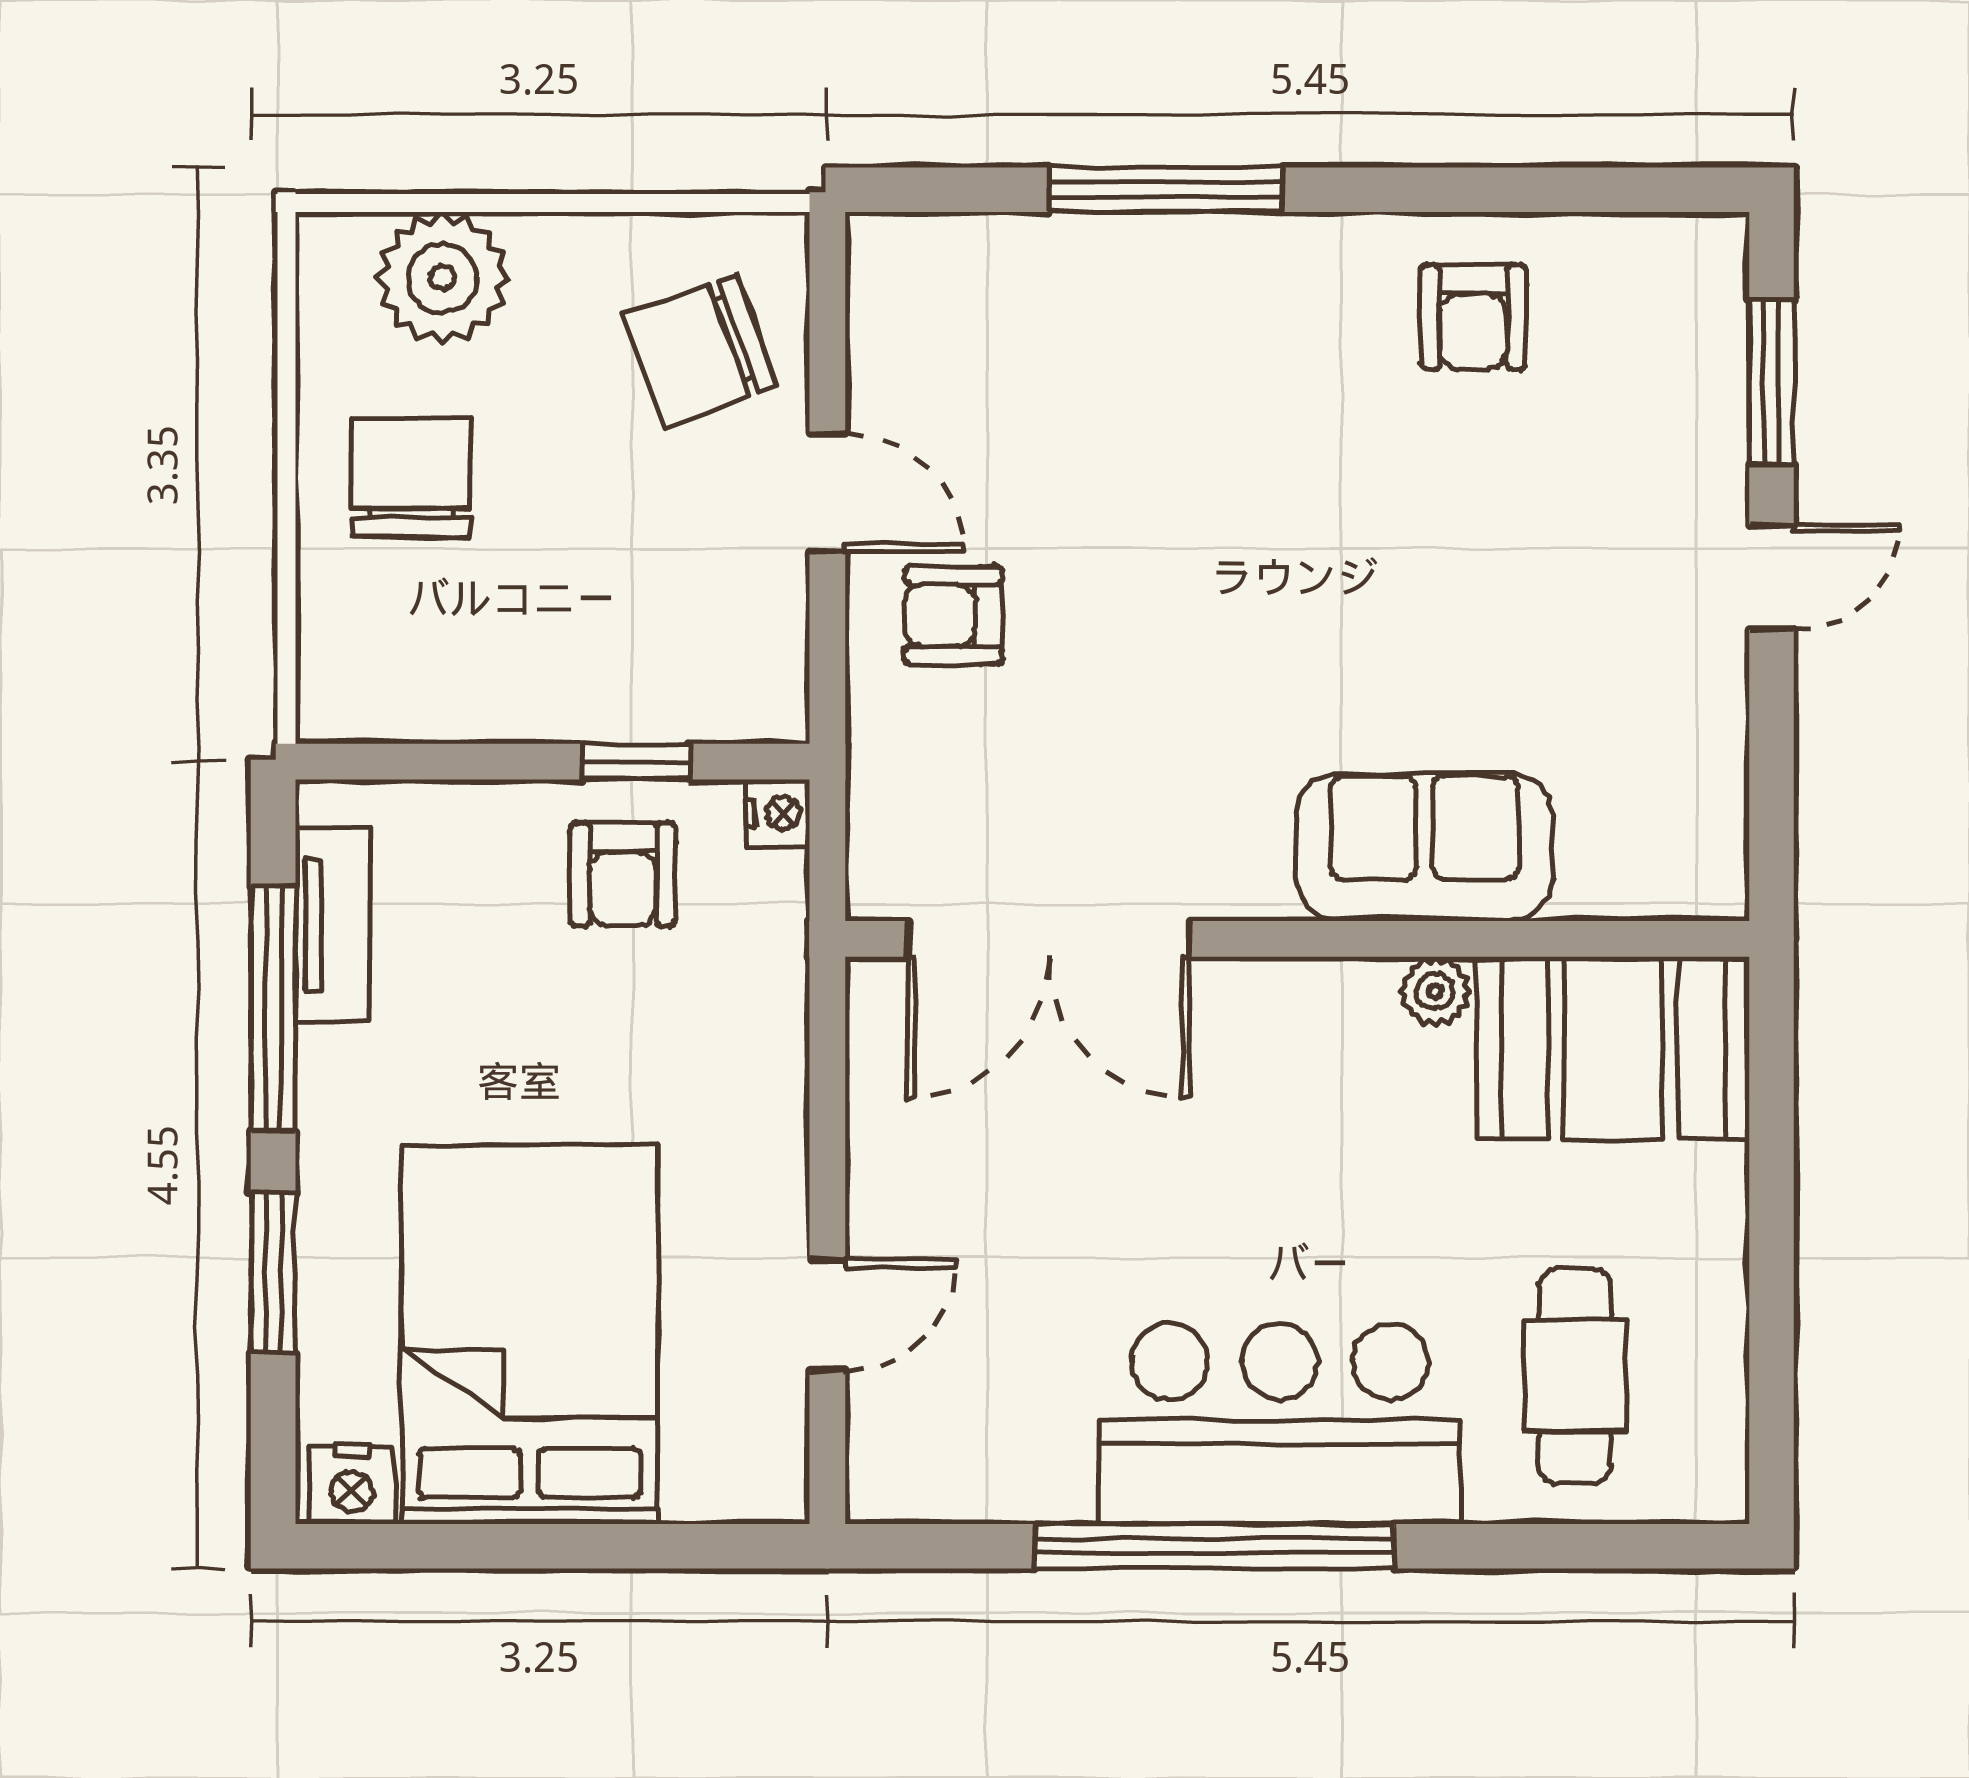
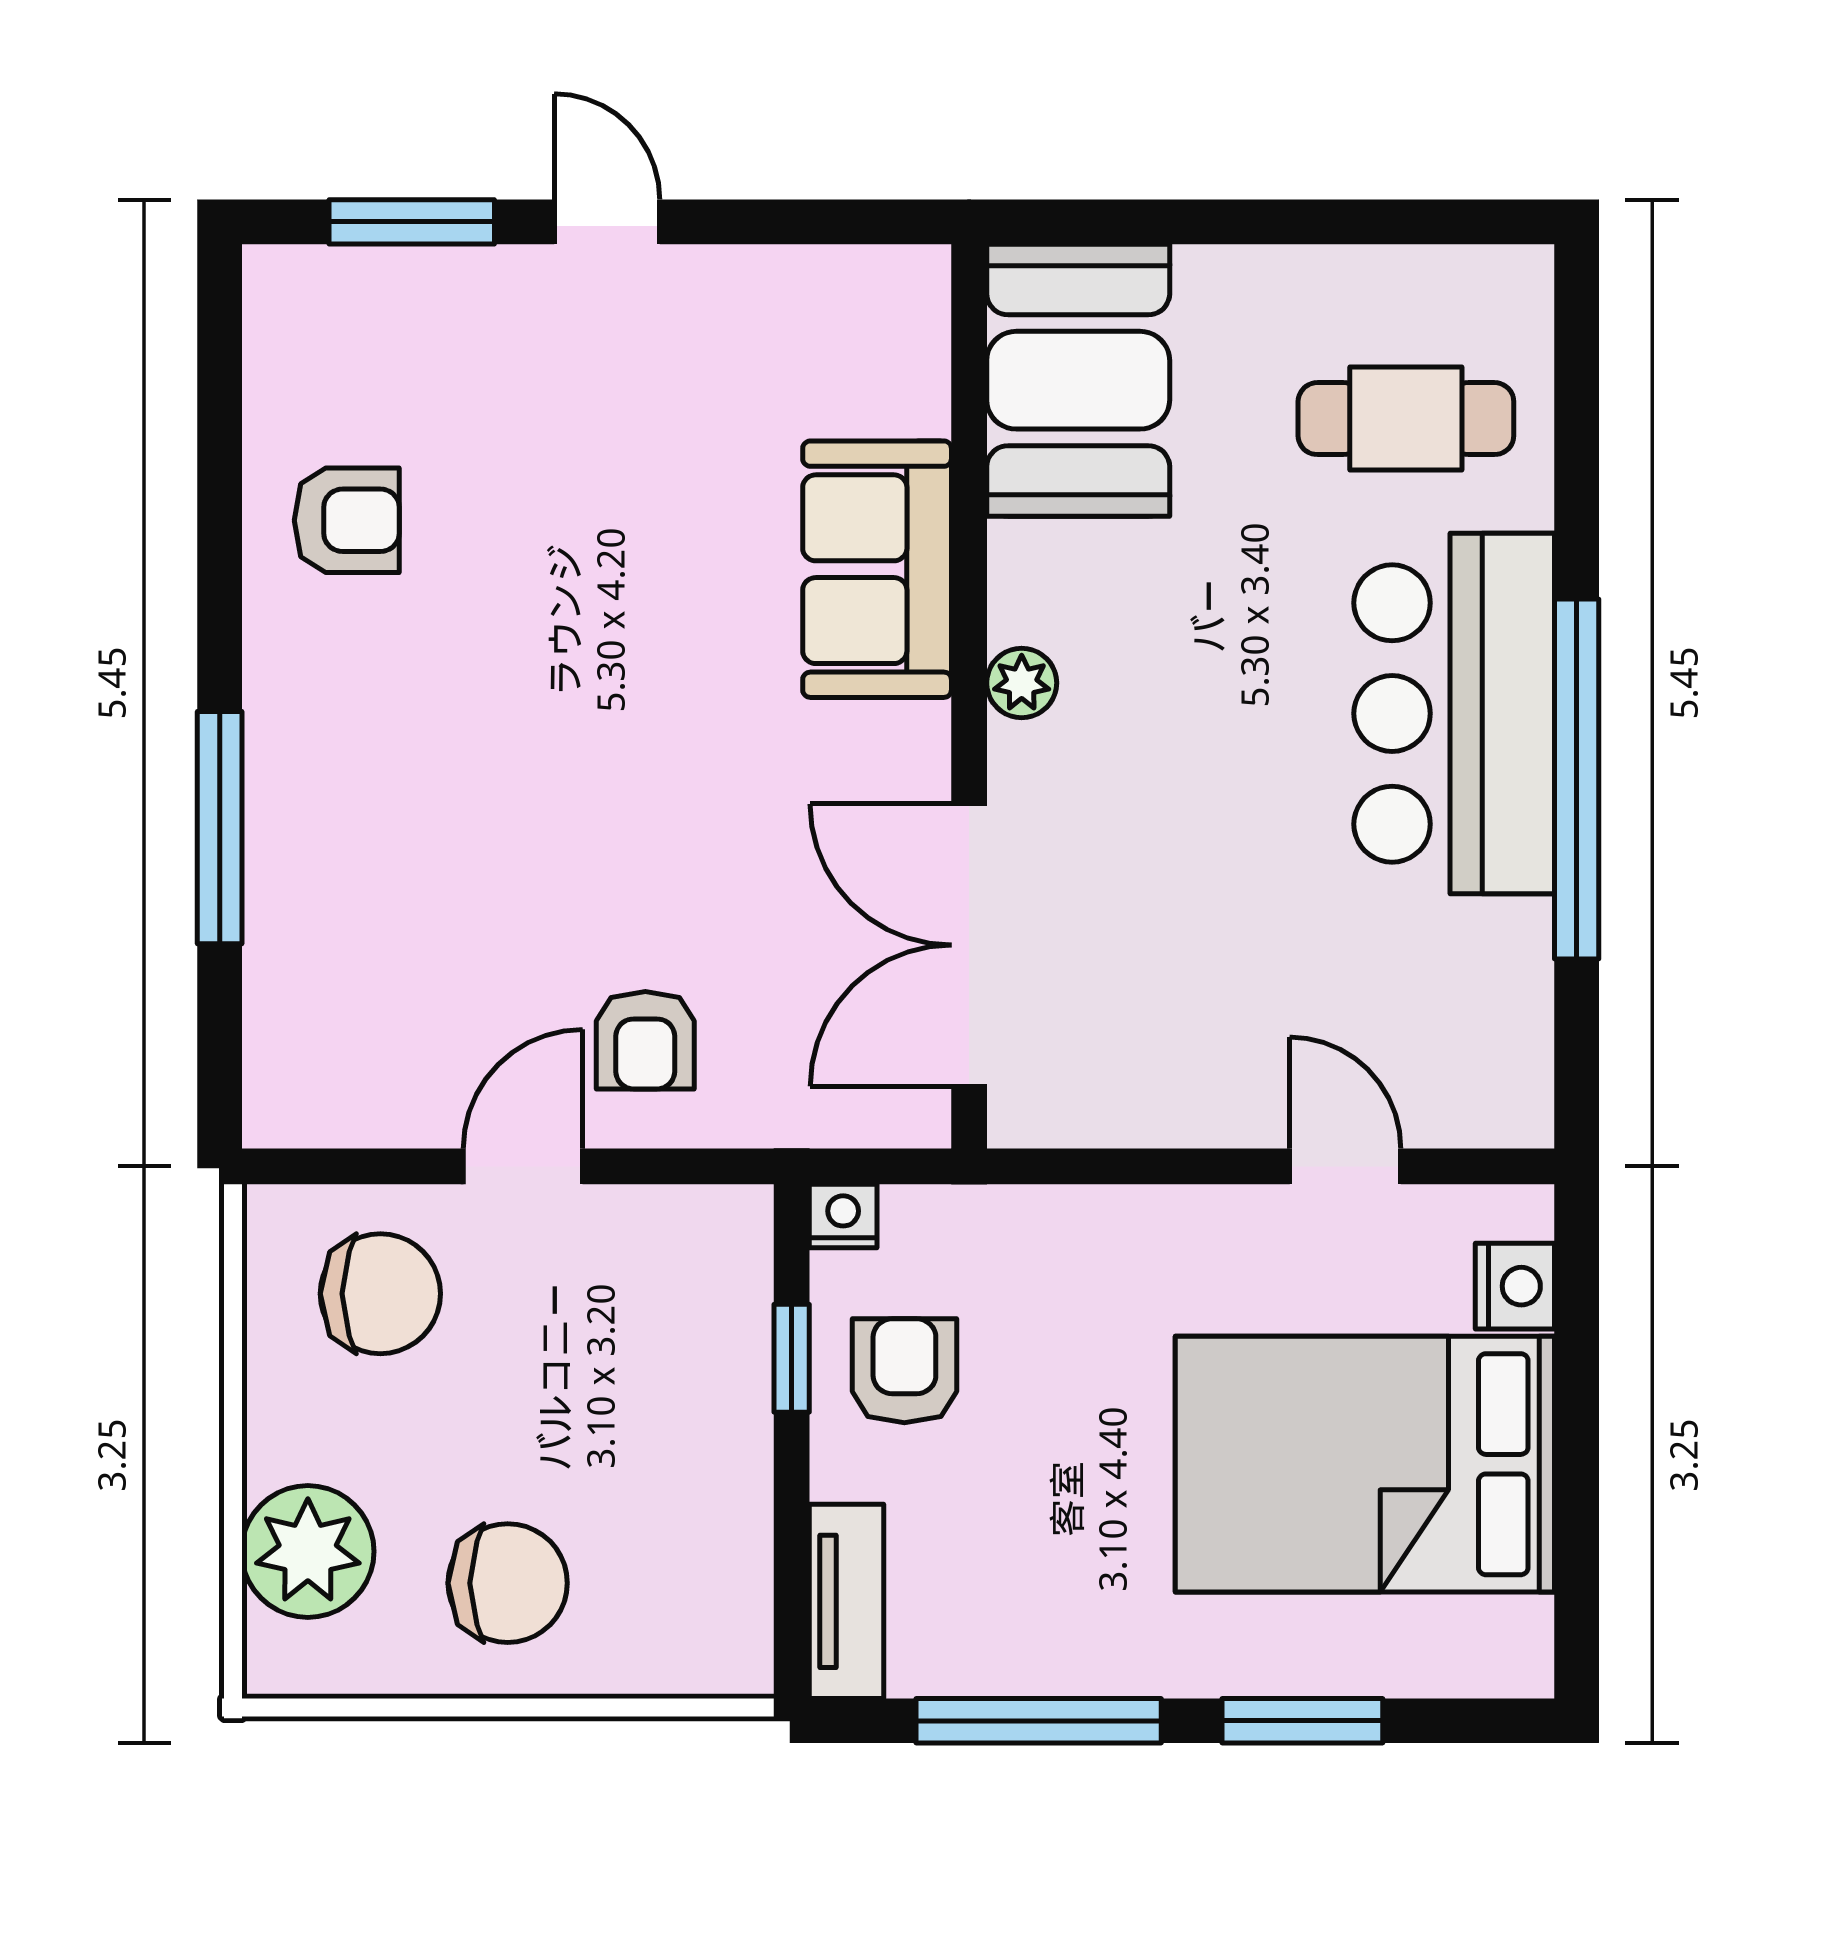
chair: (700, 350) -> (380, 1294), turned -70
chair: (411, 478) -> (508, 1583), turned 180
armchair: (623, 874) -> (904, 1371), turned -90
tv unit: (332, 924) -> (847, 1601), moved, turned 90
double door: (1049, 939) -> (969, 945), swing flipped
plant: (1435, 992) -> (1022, 683), moved
nightstand: (352, 1485) -> (1515, 1286), moved

